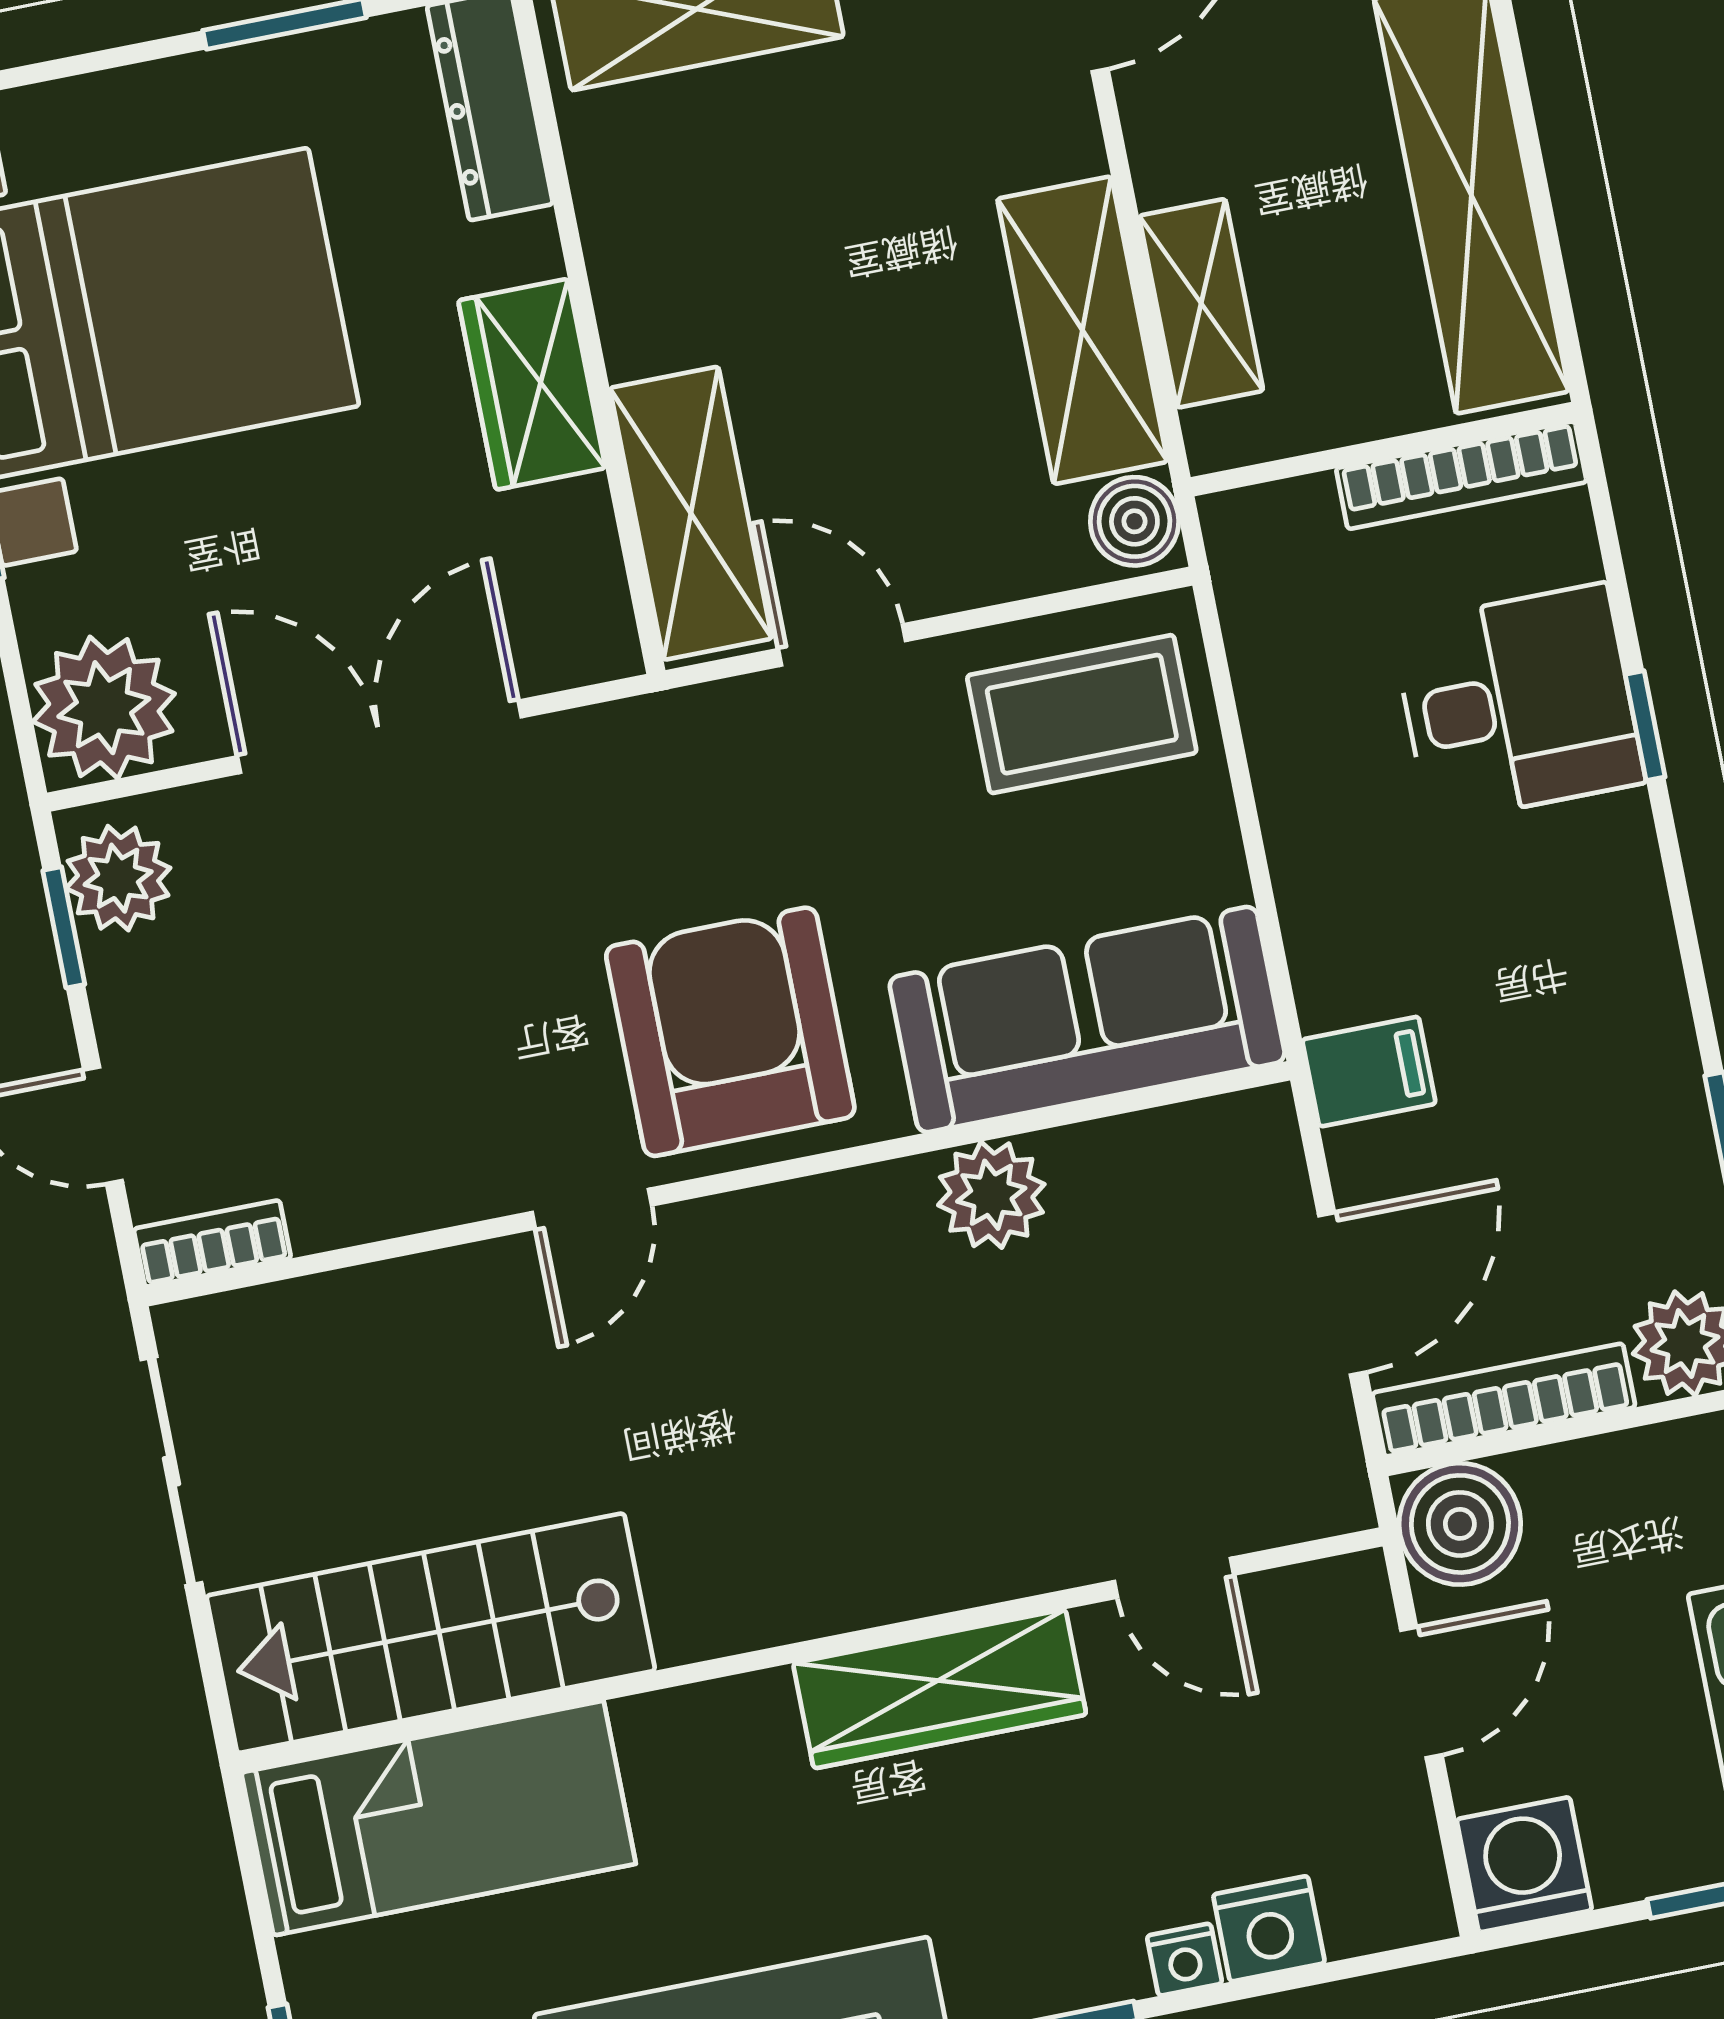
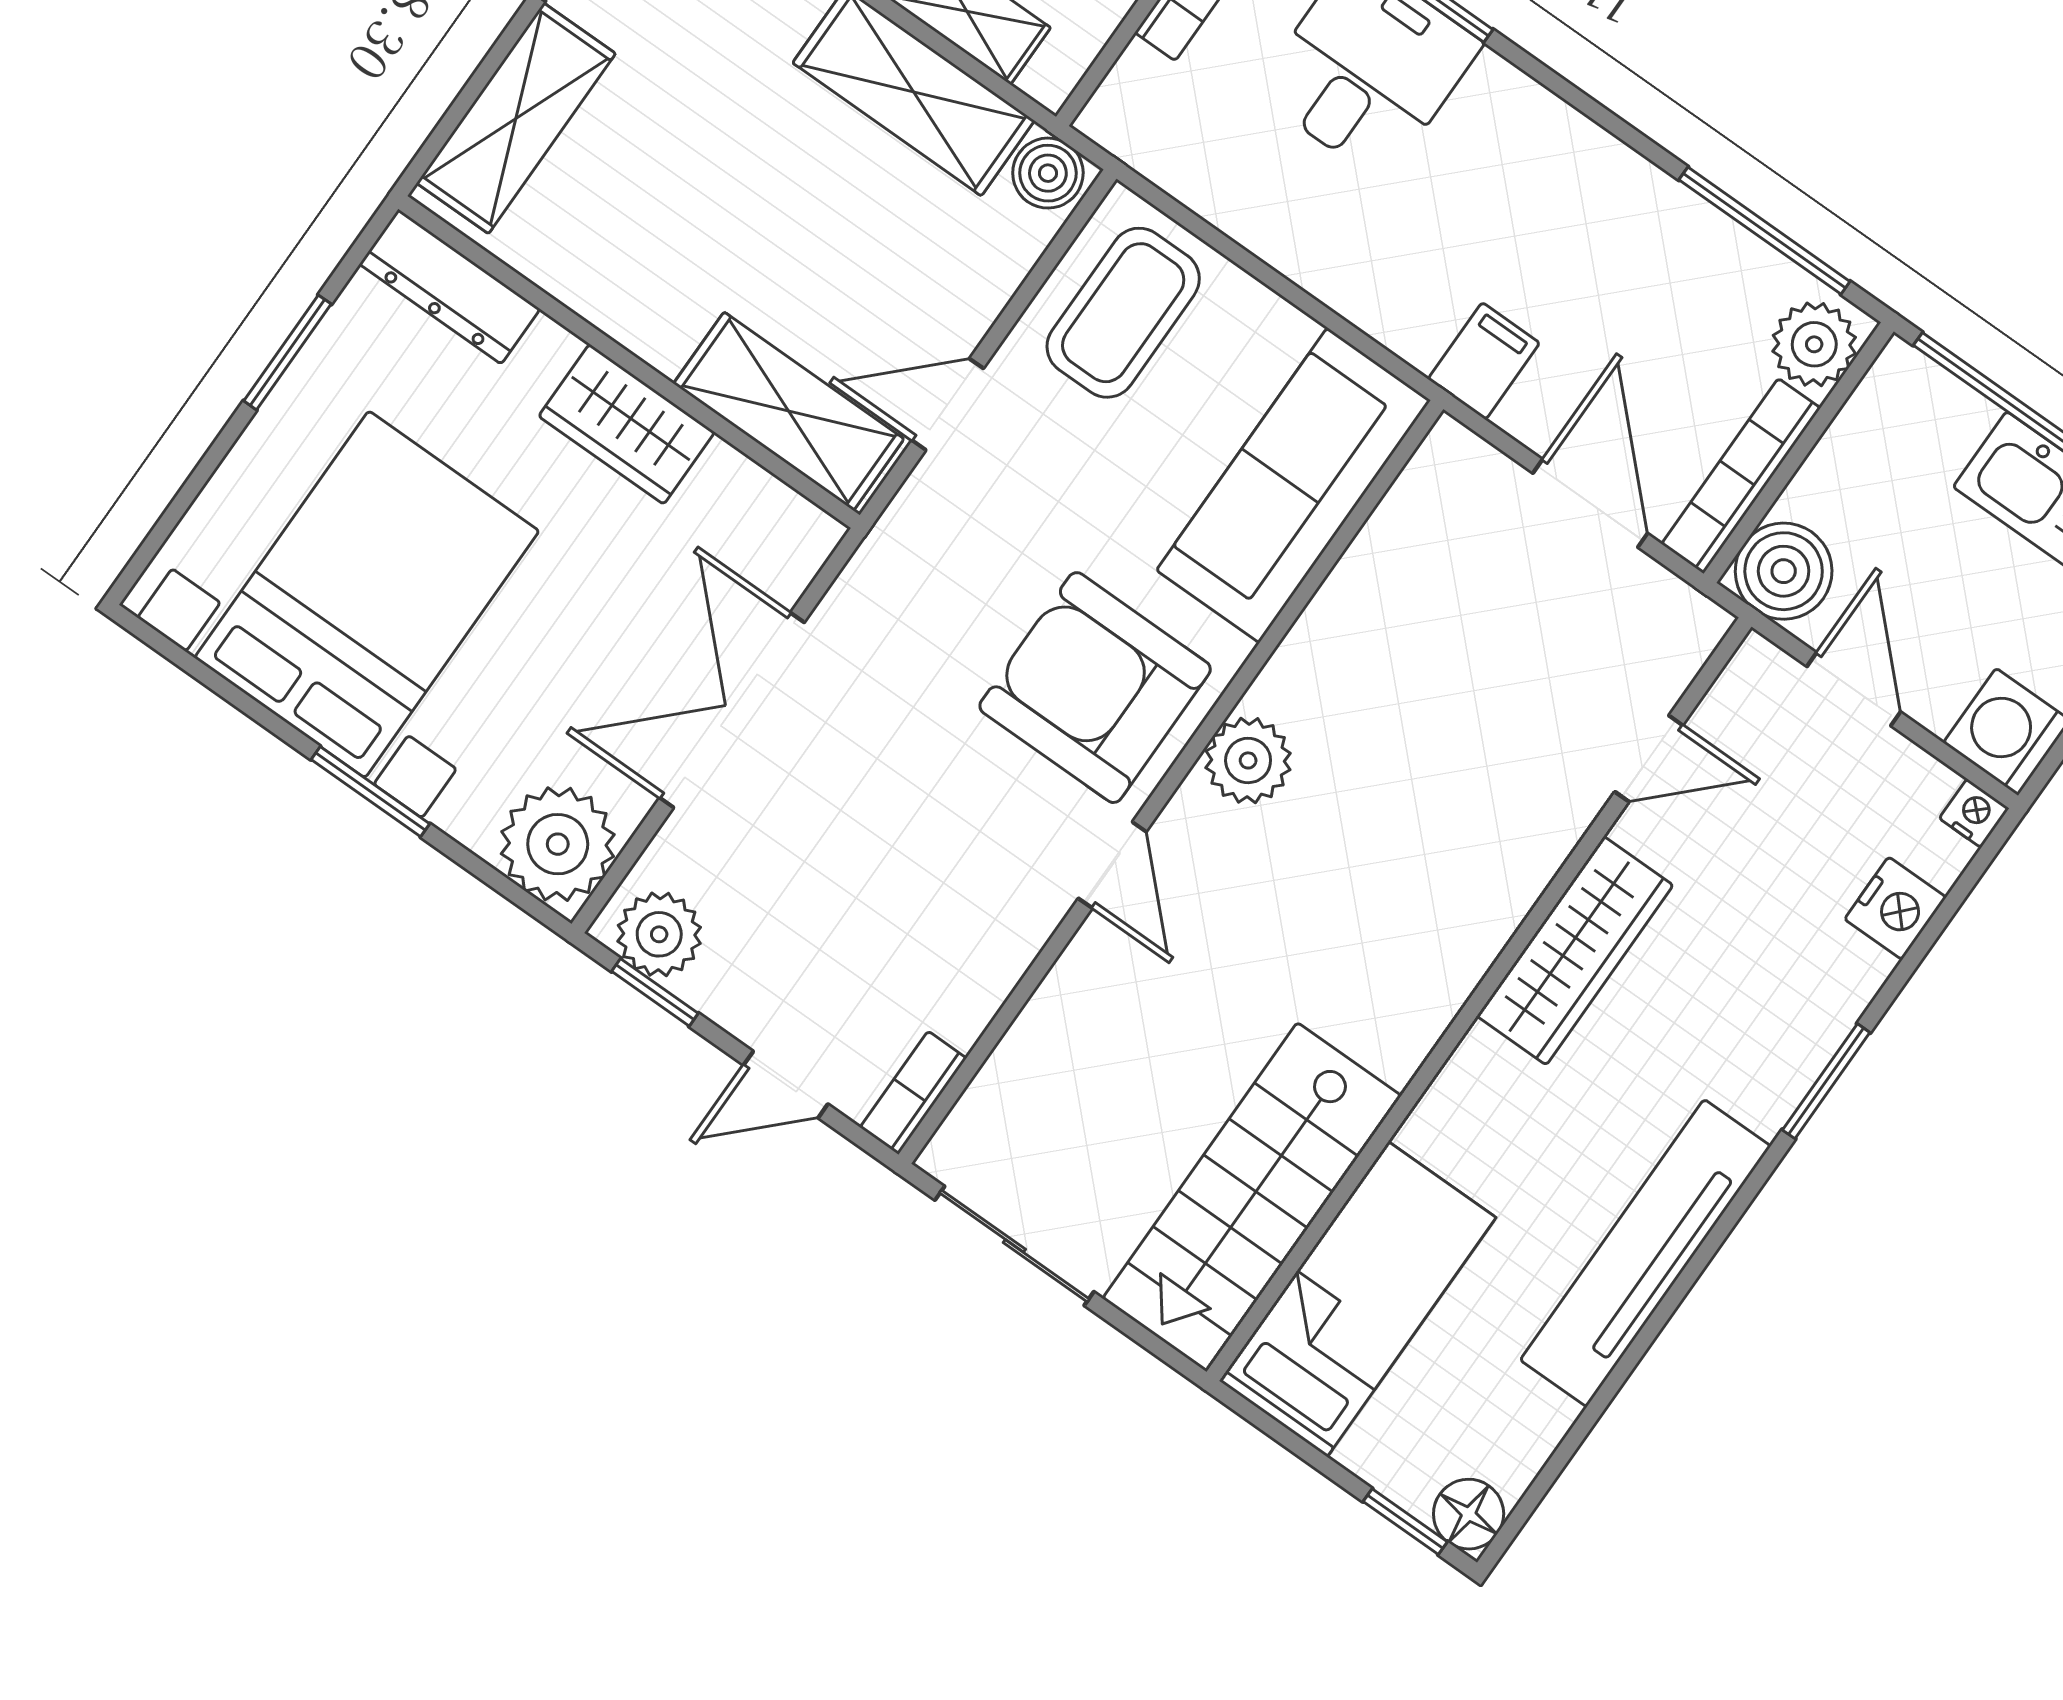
plant: (991, 1195) -> (1248, 760), moved
nightstand: (1185, 1960) -> (1974, 813), moved, turned -90

